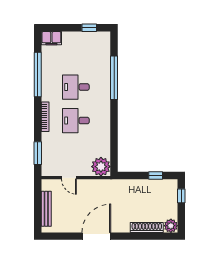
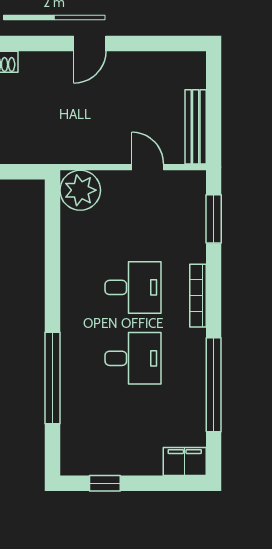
bench: (46, 209) -> (196, 127), moved
door: (96, 236) -> (90, 43), width x0.53

